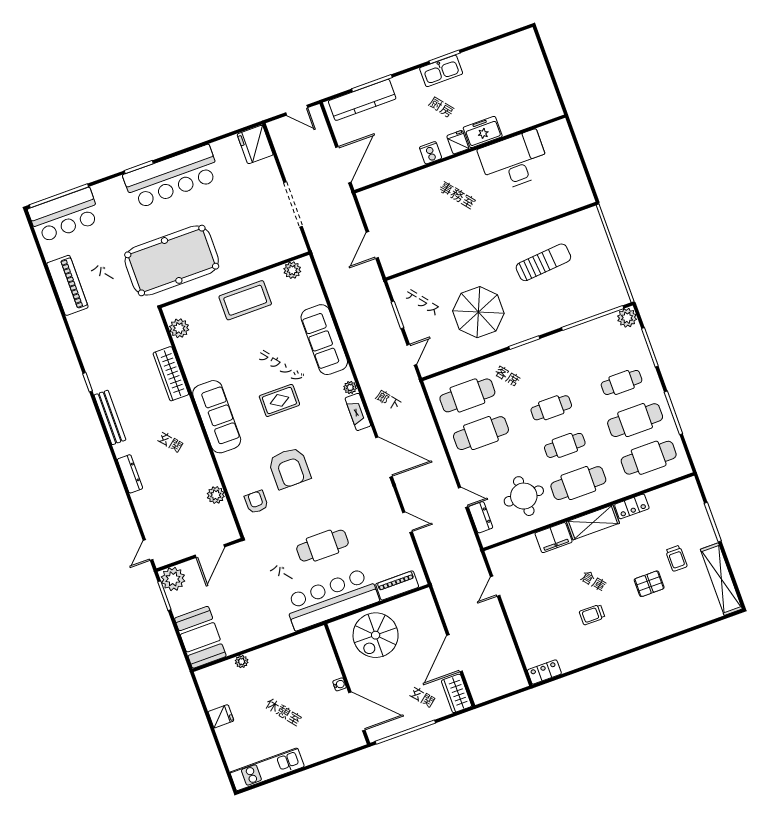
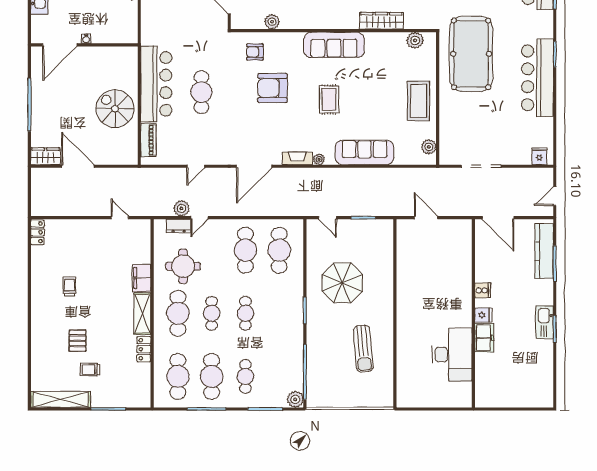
fridge: (255, 144) -> (539, 156), width x0.53, depth x0.75
armchair: (256, 502) -> (255, 52), turned 180
plant: (460, 521) -> (181, 208), added
water cooler: (340, 684) -> (86, 39), moved
wall: (347, 684) -> (84, 45), moved
door: (357, 711) -> (60, 45), moved

